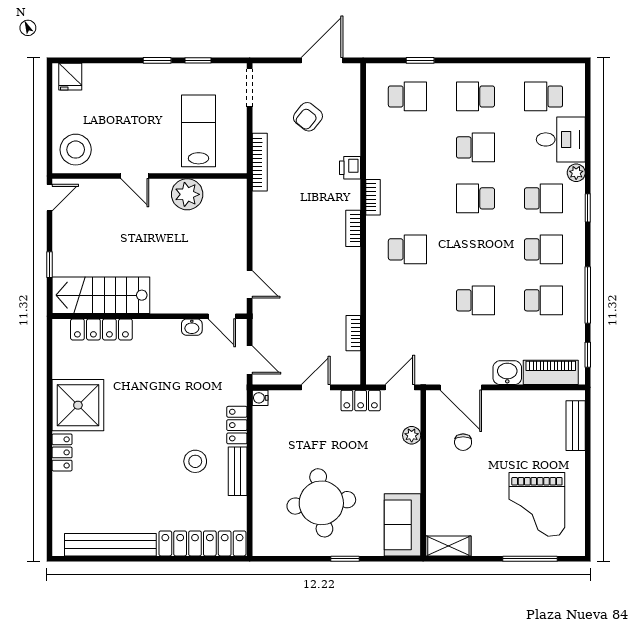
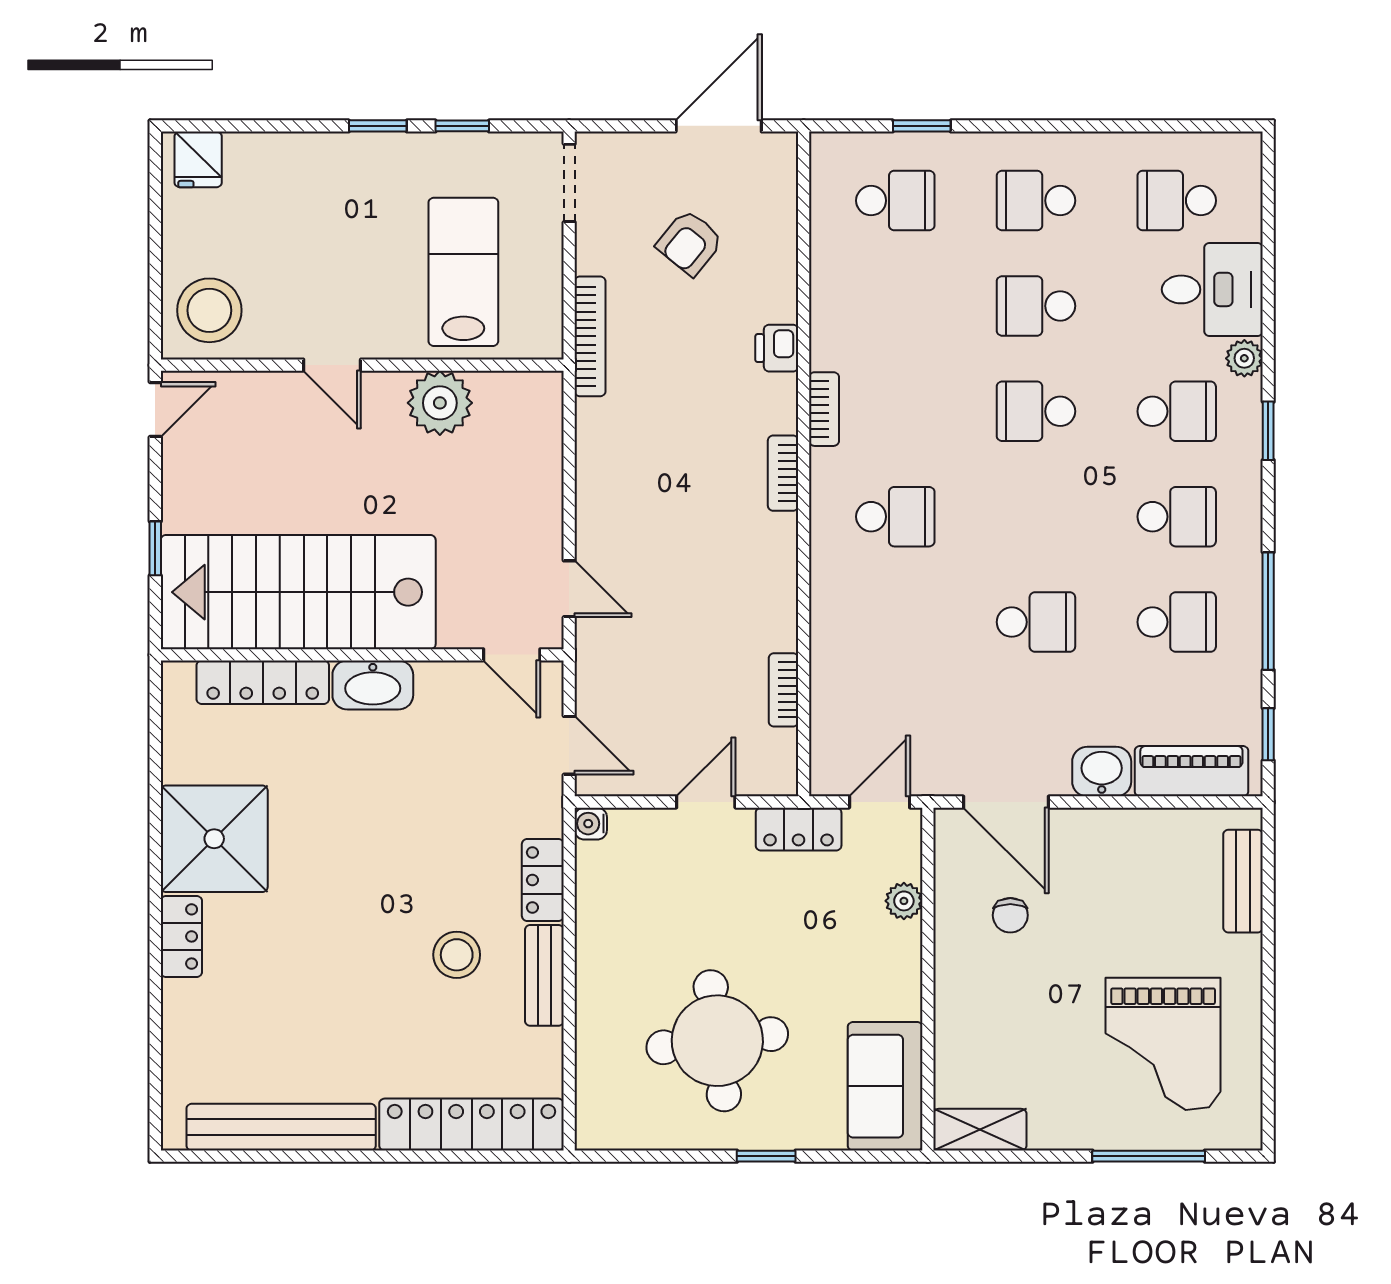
school desk: (475, 147) -> (1036, 306), turned 180
stairs: (101, 295) -> (298, 592), width x1.36, depth x1.51
washbasin: (192, 327) -> (373, 685), moved, width x1.91, depth x1.45

